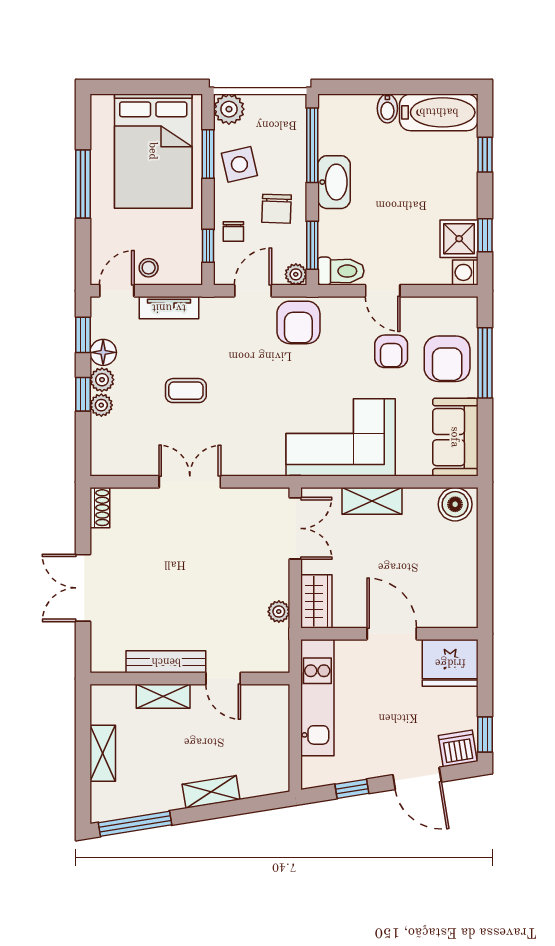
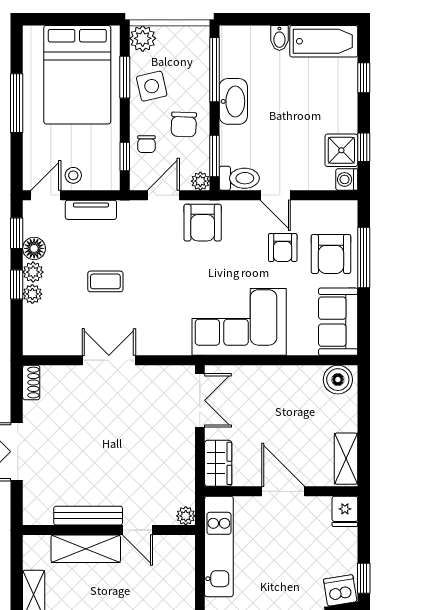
shelving: (372, 501) -> (346, 459), moved, turned 90
plant: (279, 612) -> (186, 516), moved
fridge: (450, 663) -> (345, 511), width x0.53, depth x0.75
shelving: (163, 696) -> (86, 549), width x1.50, depth x1.33

